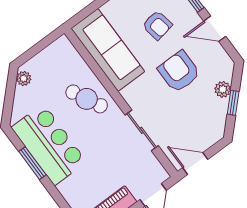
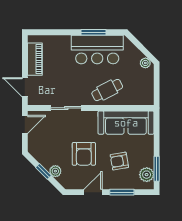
armchair: (179, 72) -> (84, 154), turned 90

